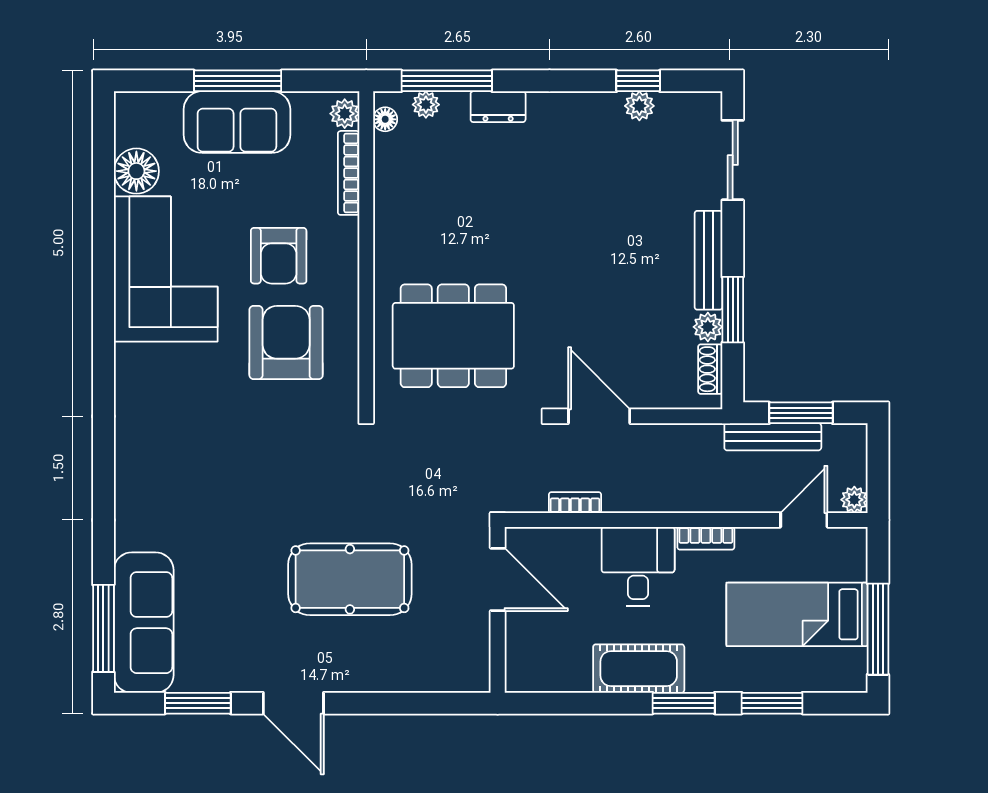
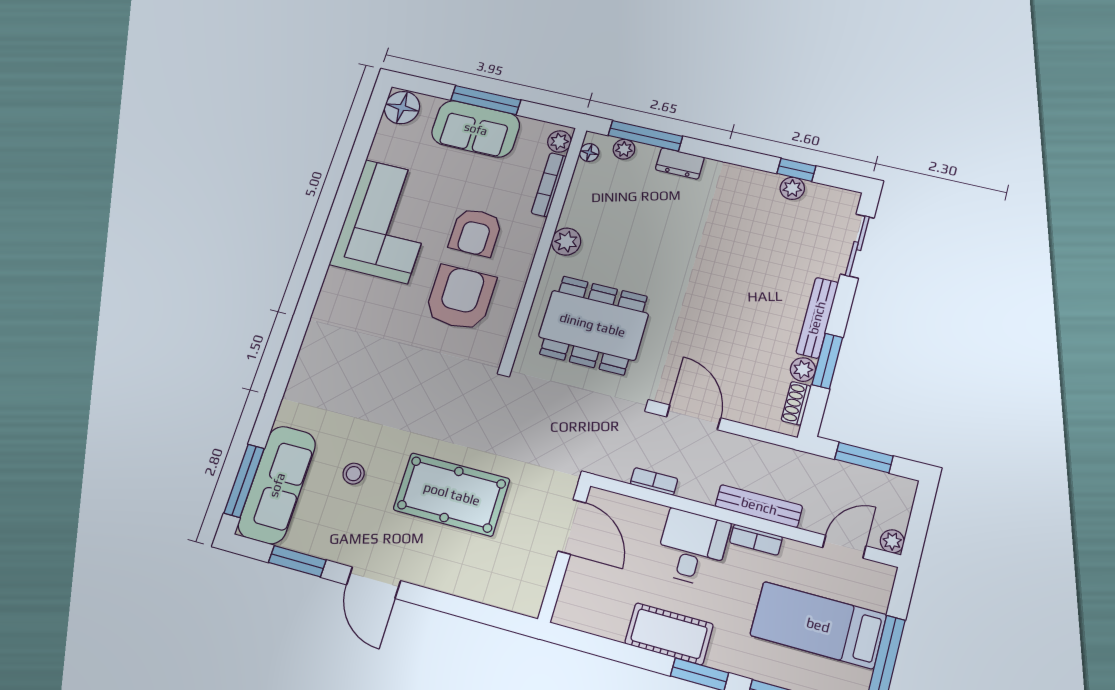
floor lamp: (136, 171) -> (402, 108), moved
plant: (391, 240) -> (566, 242), added
bench: (773, 437) -> (759, 506), moved
stool: (229, 586) -> (354, 474), added

